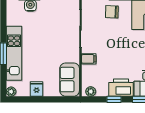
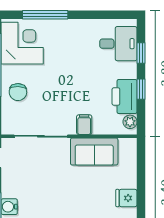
sofa: (70, 80) -> (94, 152), moved
printer: (121, 88) -> (125, 97), moved

